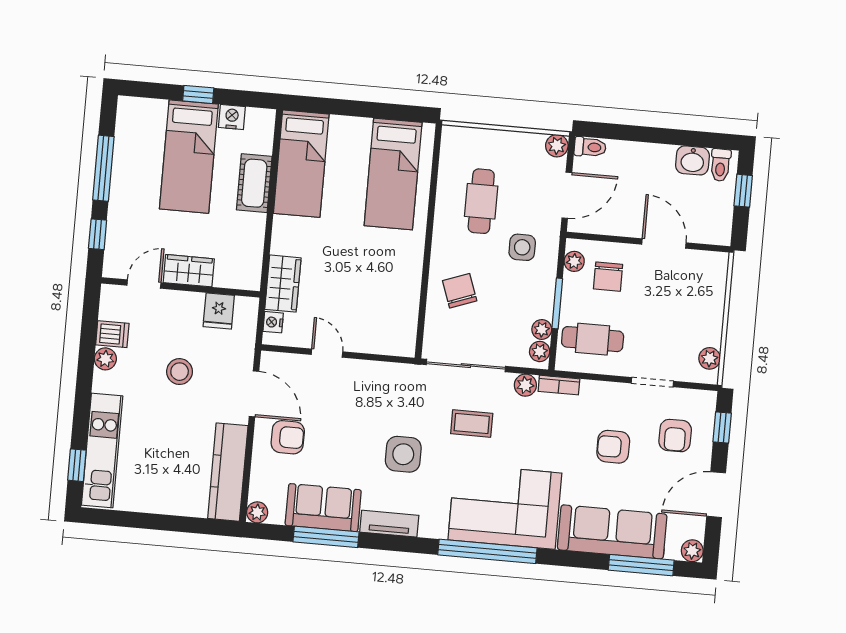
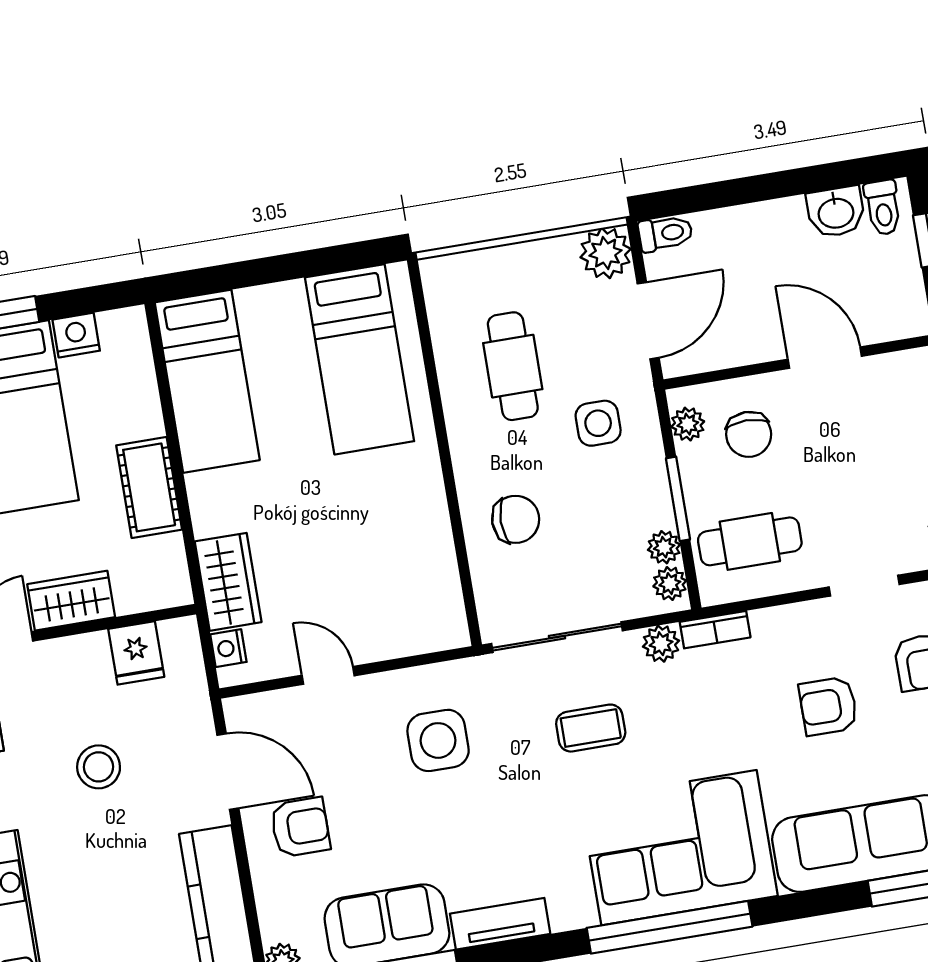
plant: (557, 146) -> (606, 253), width x1.38, depth x1.38
cot: (254, 183) -> (149, 487), moved
chair: (460, 291) -> (516, 519), turned 110
side table: (403, 454) -> (438, 740), moved

